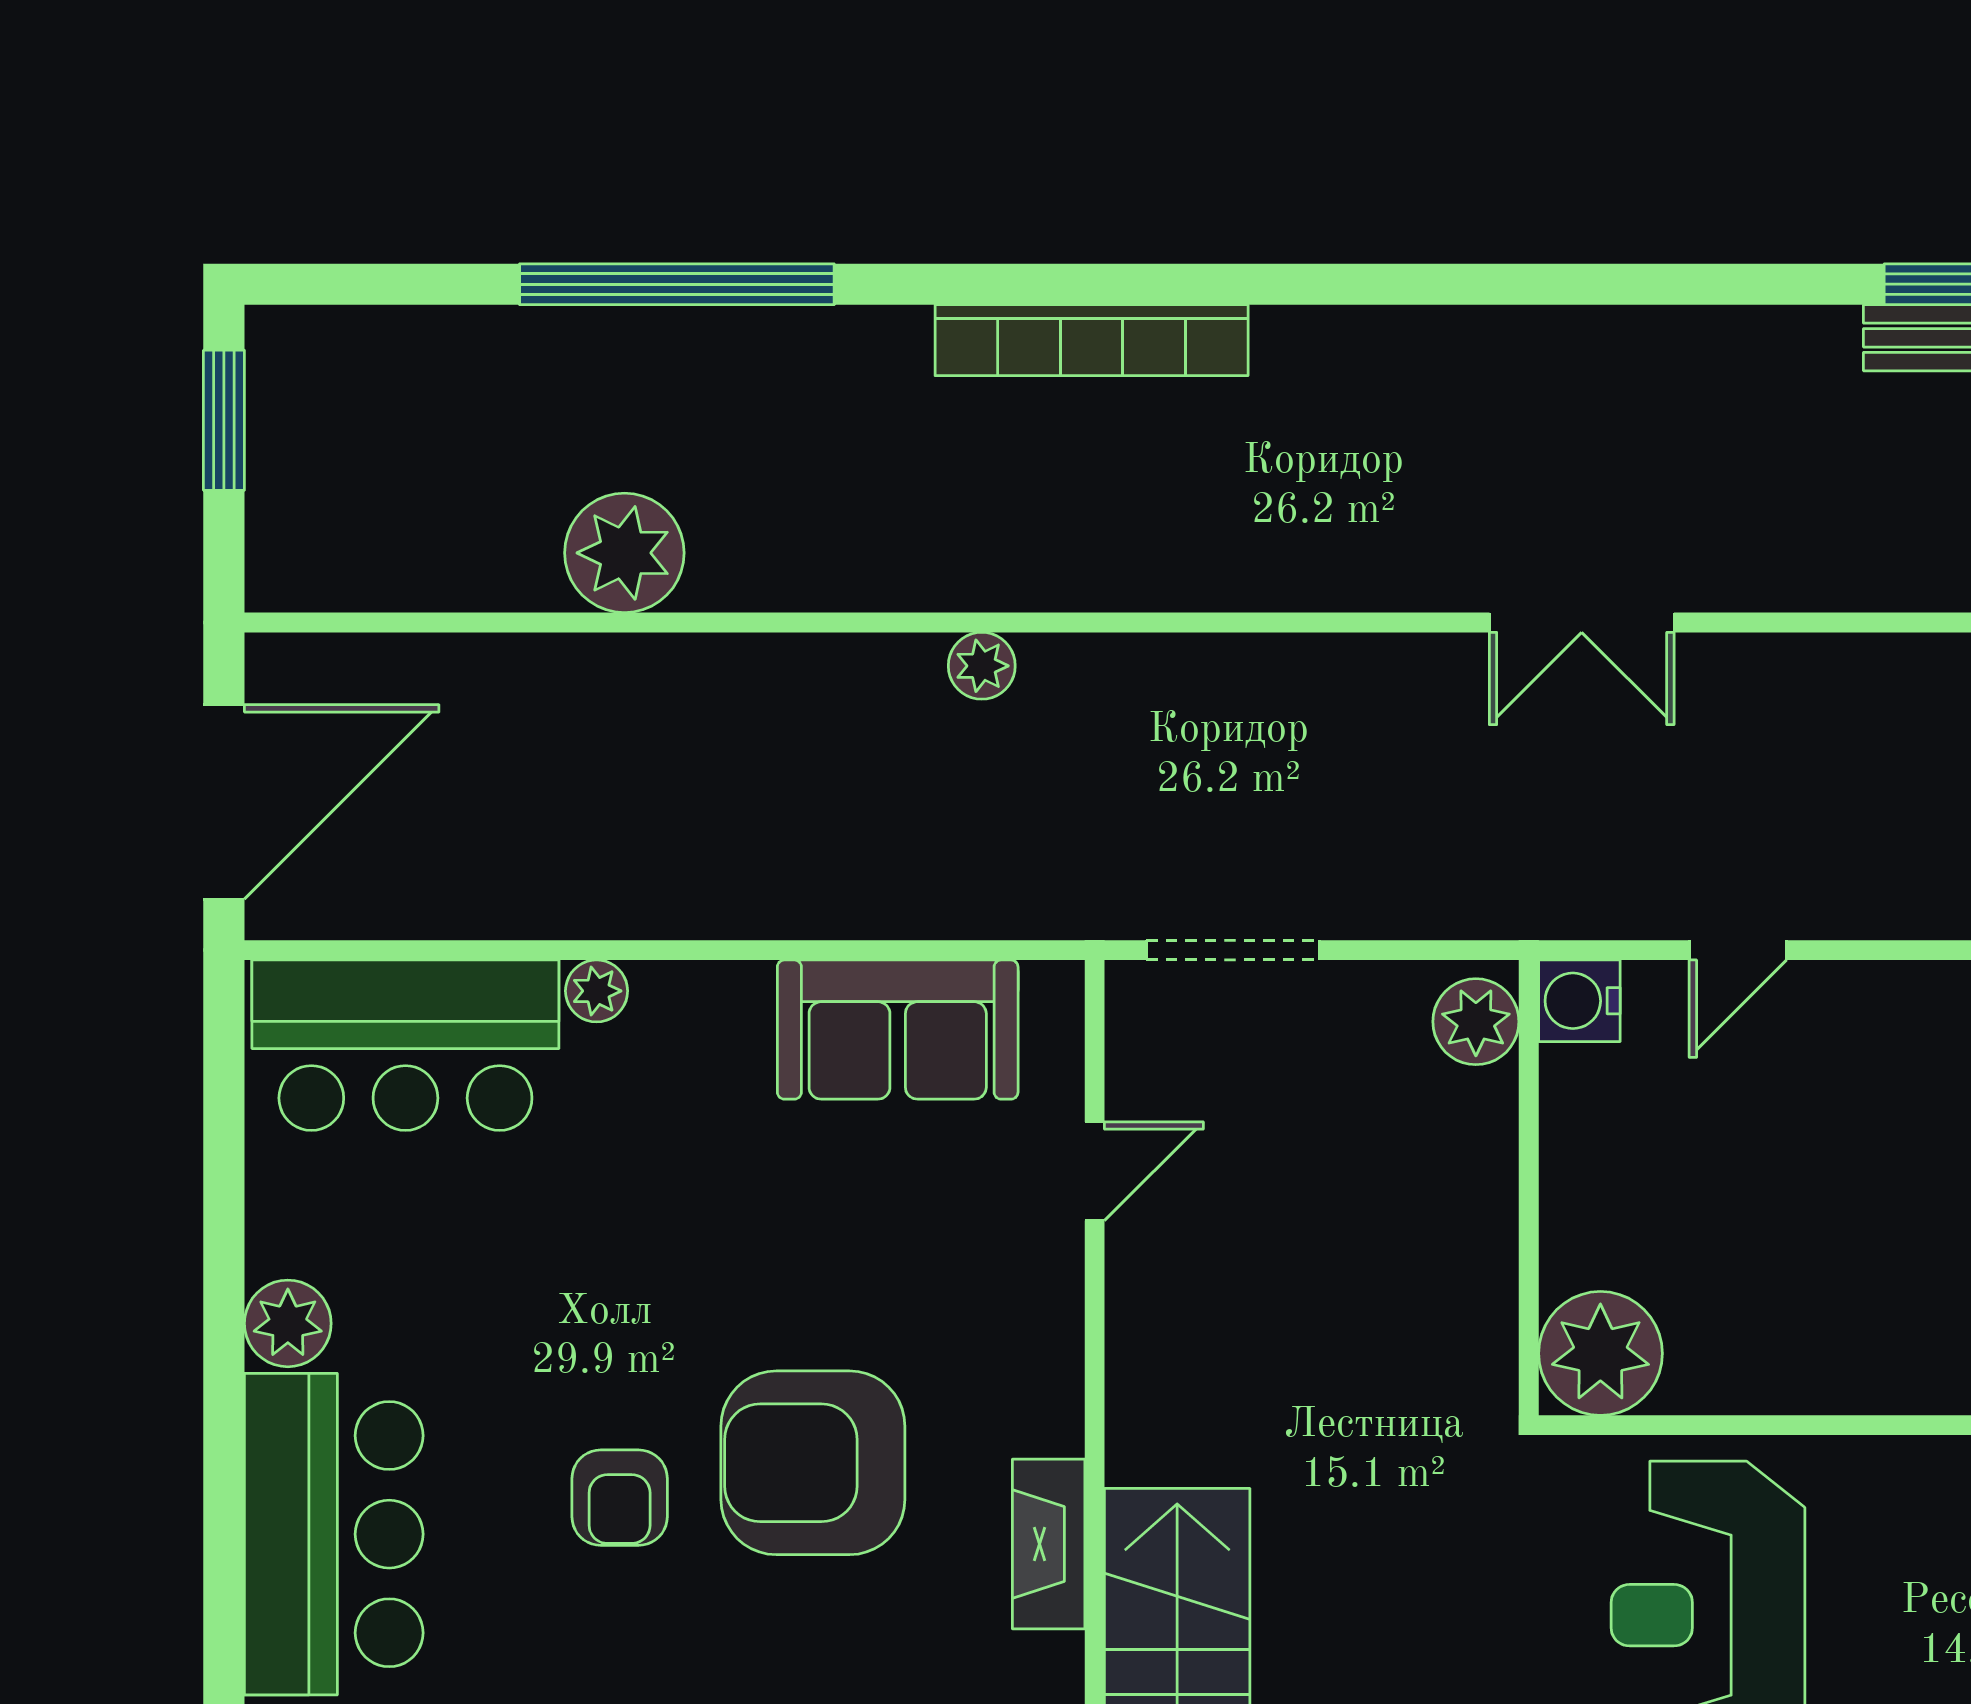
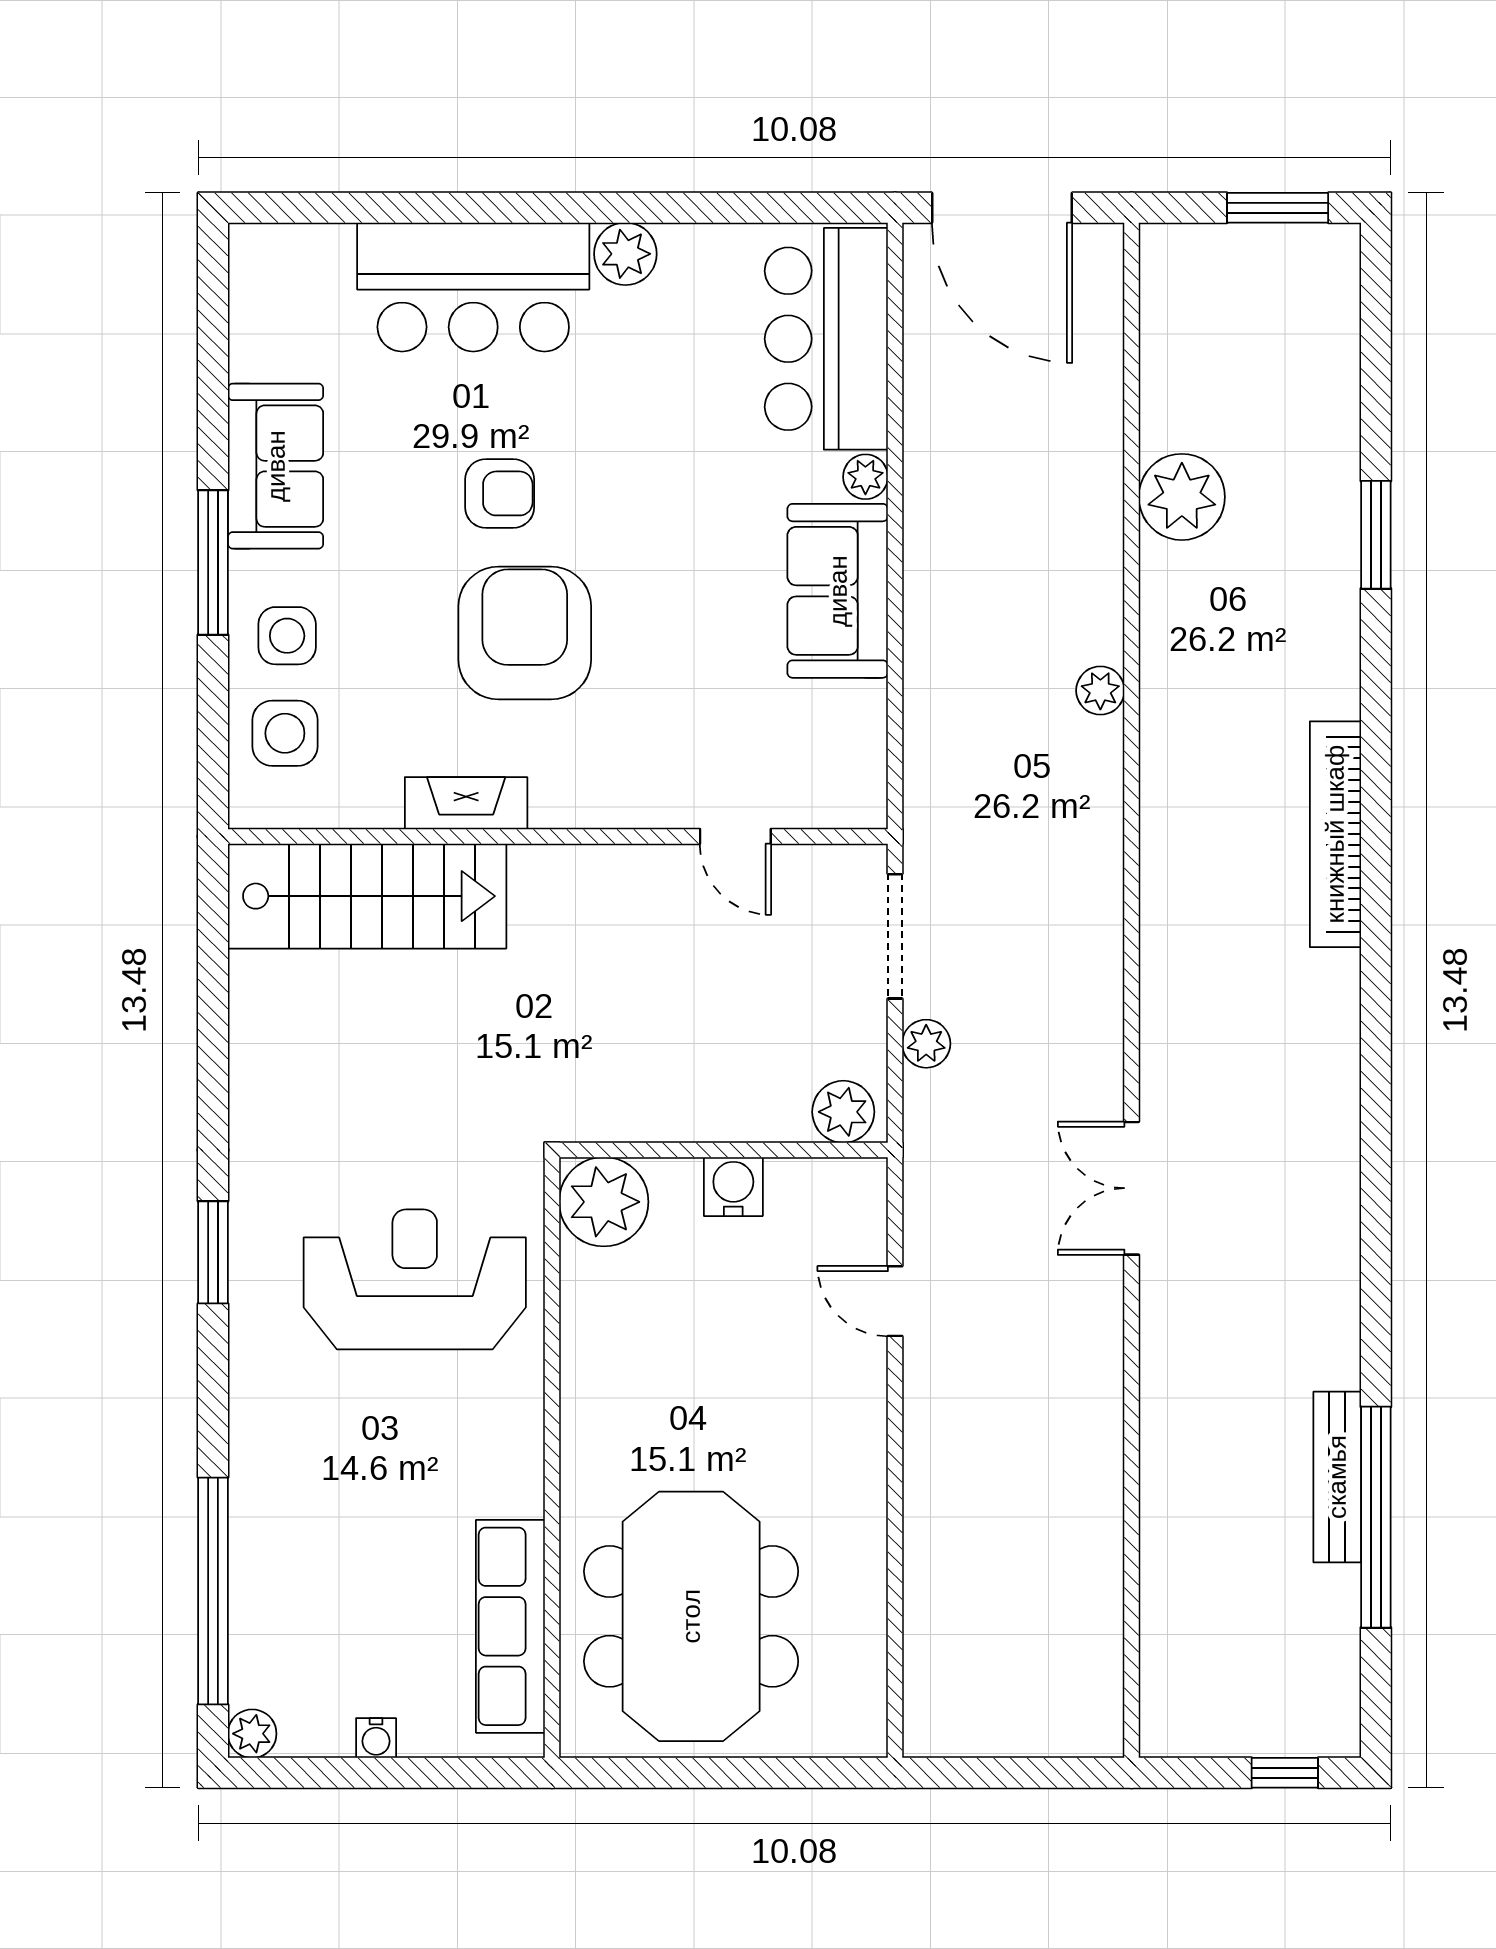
window: (677, 284) -> (1376, 535), width x0.47
plant: (982, 666) -> (1100, 691), moved
plant: (1382, 907) -> (926, 1044), added
water cooler: (1579, 1001) -> (733, 1187), moved
sofa: (898, 1030) -> (838, 591), moved
armchair: (620, 1498) -> (500, 493), turned 180

